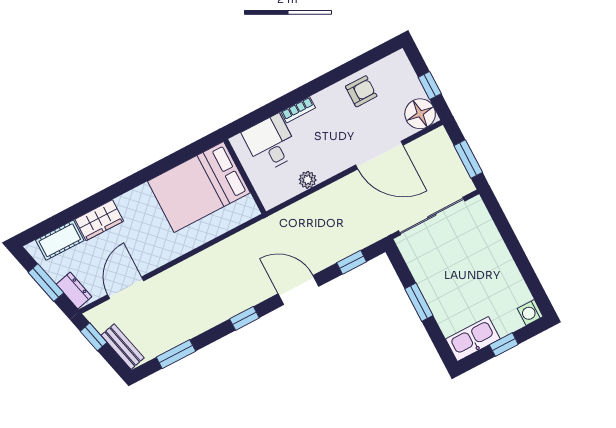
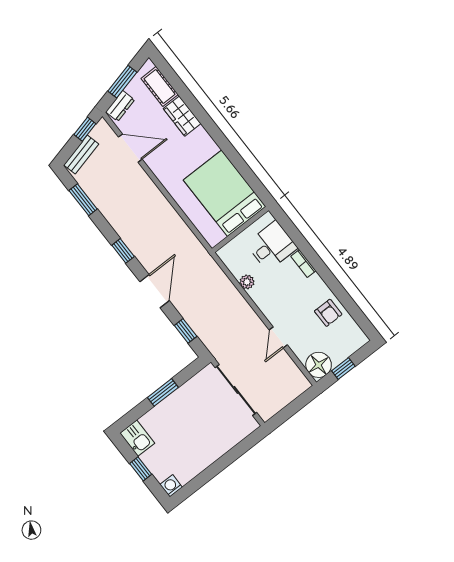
door: (379, 155) -> (278, 337), width x0.53
window: (468, 159) -> (288, 411), removed
kitchen sink: (473, 339) -> (137, 438), width x0.73

